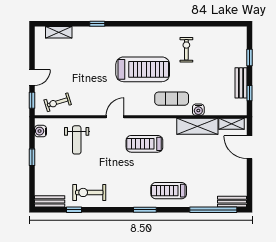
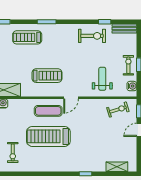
exercise mat: (172, 99) -> (48, 111), moved
exercise bike: (45, 156) -> (128, 65), added
treadmill: (169, 191) -> (27, 37), turned 180

